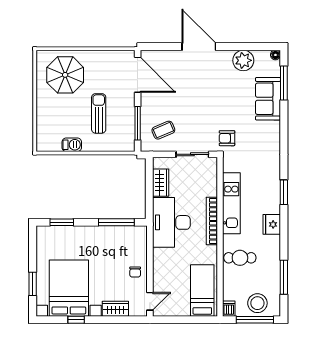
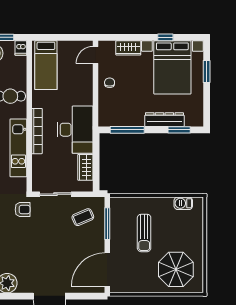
door: (138, 75) -> (107, 270), hinge flipped
barbecue: (72, 145) -> (183, 203), moved
dresser: (77, 233) -> (164, 120), added

